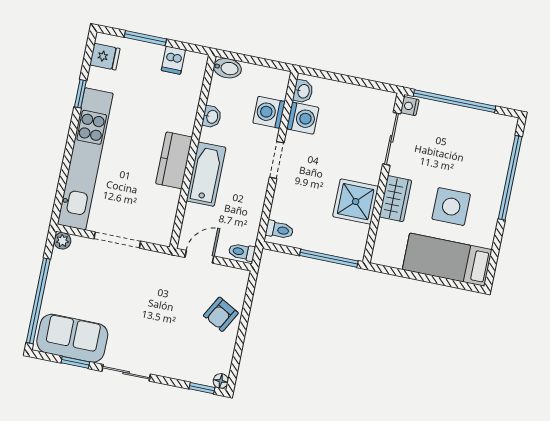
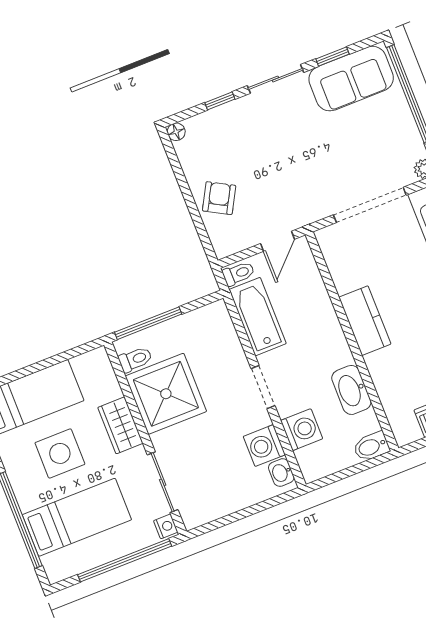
washbasin: (212, 117) -> (351, 390), width x1.91, depth x1.45
bed: (468, 154) -> (77, 517), added
bathtub: (206, 174) -> (258, 317), moved, turned 180
shower: (356, 202) -> (166, 394), width x1.37, depth x1.37
toilet: (279, 230) -> (135, 359), moved, turned 180
doorway: (117, 240) -> (370, 205), width x1.36
window: (202, 388) -> (220, 101), moved

